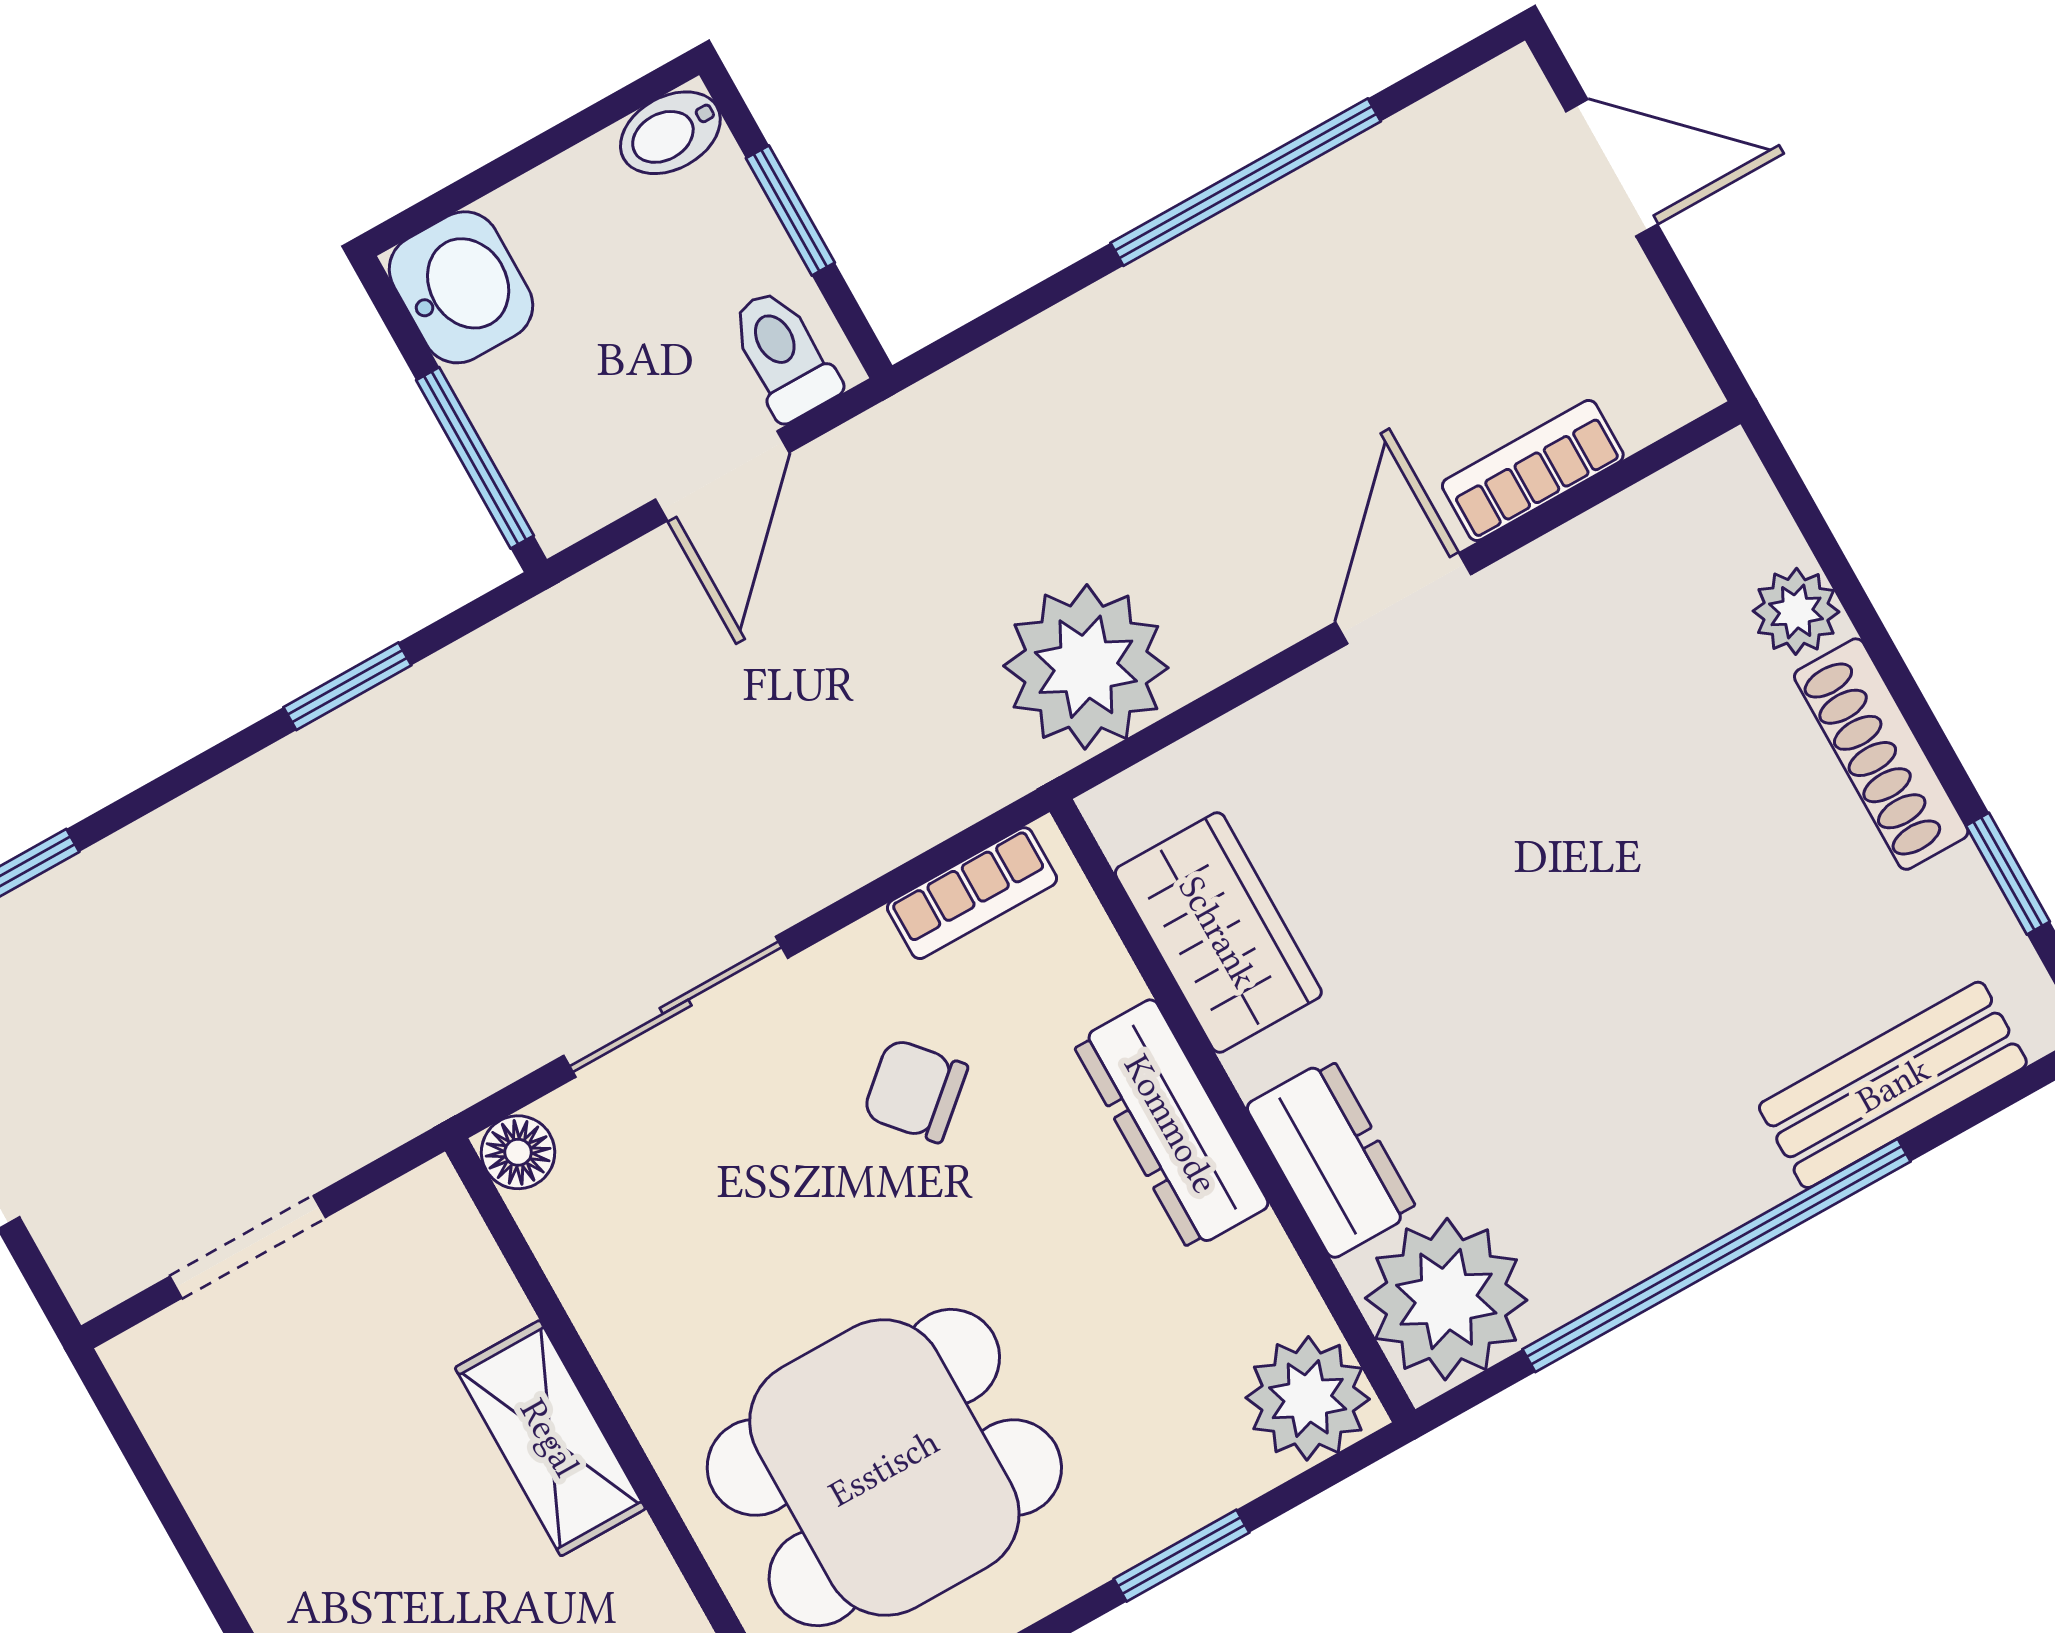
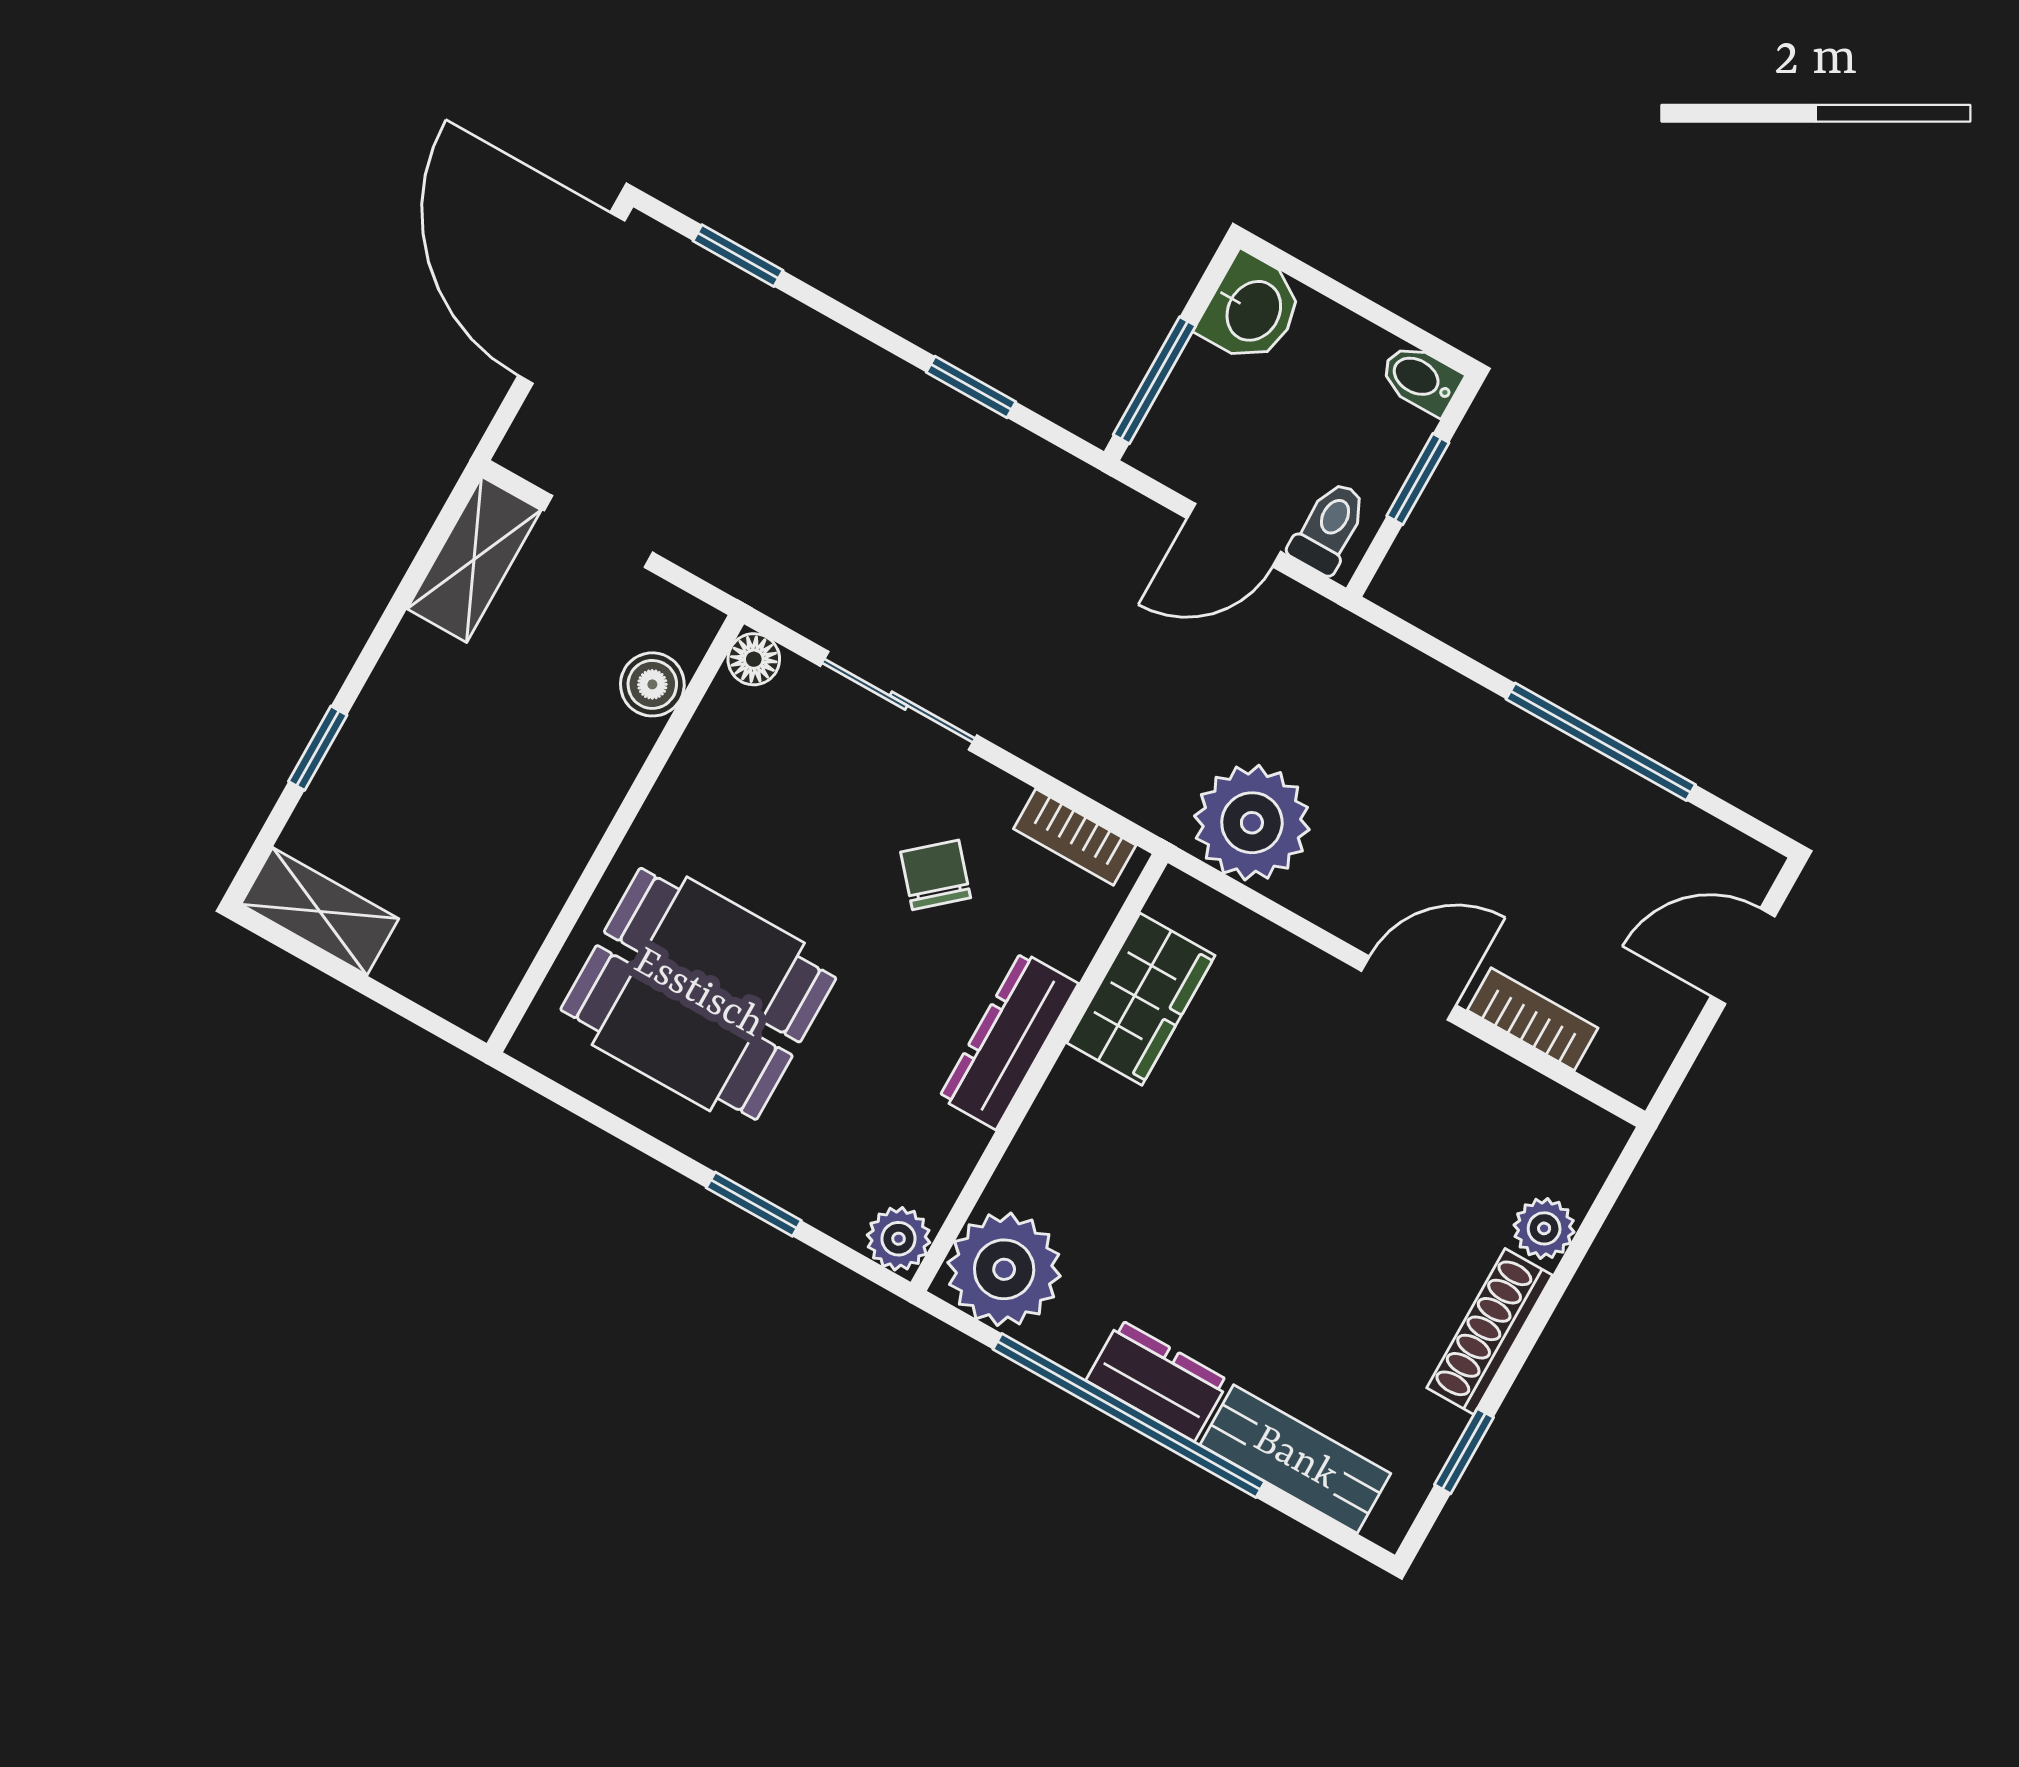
door: (1612, 168) -> (1743, 956), swing flipped
dresser: (1332, 1158) -> (1157, 1380), moved, turned -90
boiler: (474, 1294) -> (652, 684), added
plant: (1308, 1398) -> (899, 1239), width x0.73, depth x0.73
shelving: (550, 1438) -> (474, 559), moved

